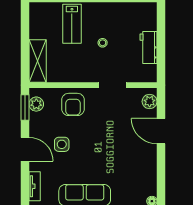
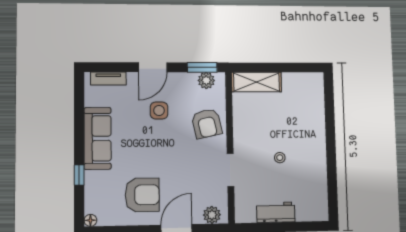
lab bench: (72, 24) -> (301, 122), removed
armchair: (73, 104) -> (207, 124), turned -102
armchair: (132, 159) -> (142, 195), added

